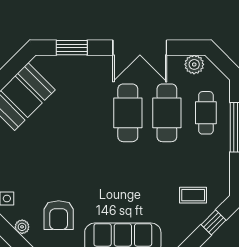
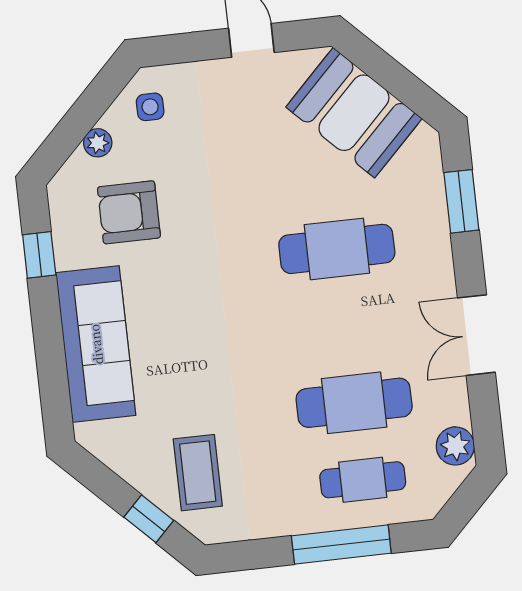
double door: (140, 48) -> (476, 335), width x0.73
cafe table: (128, 113) -> (337, 249), moved
coffee table: (193, 195) -> (198, 473), width x1.36, depth x1.30

